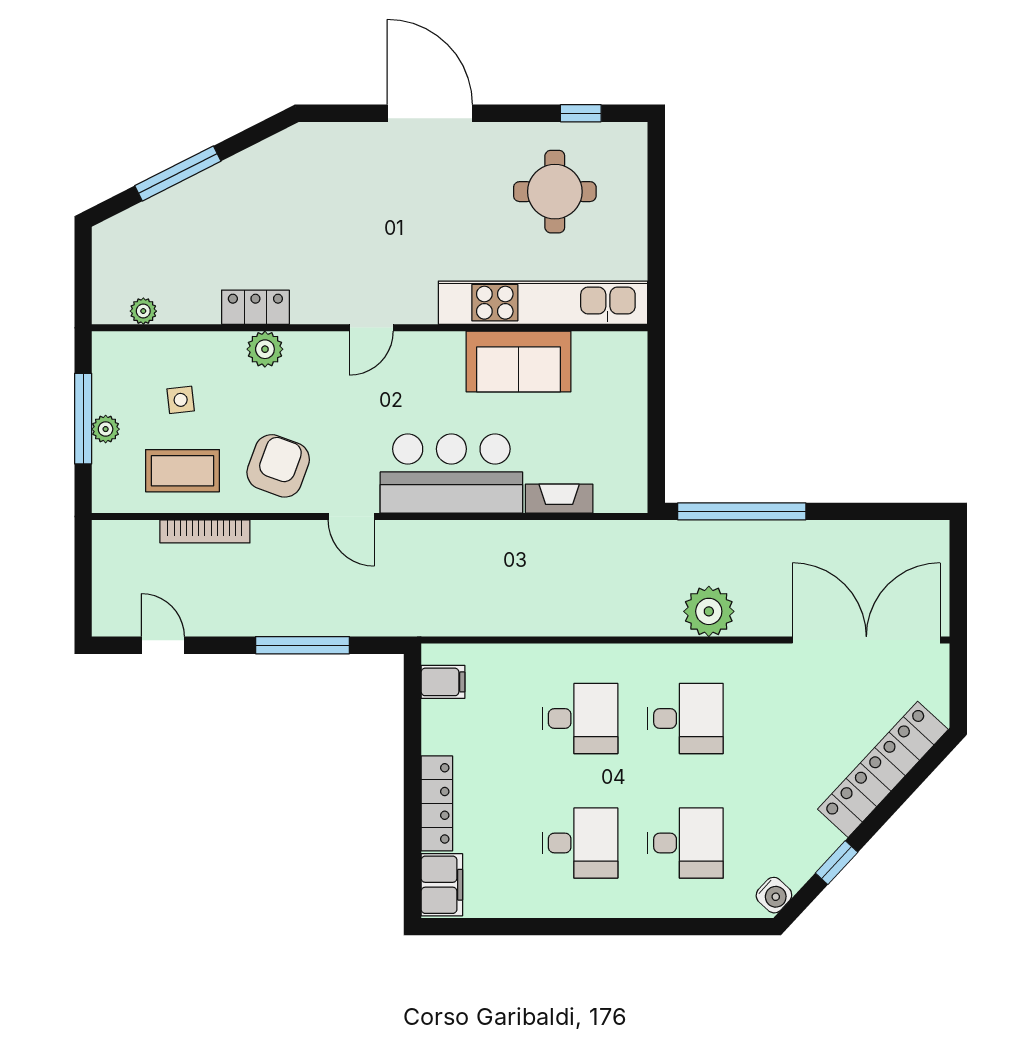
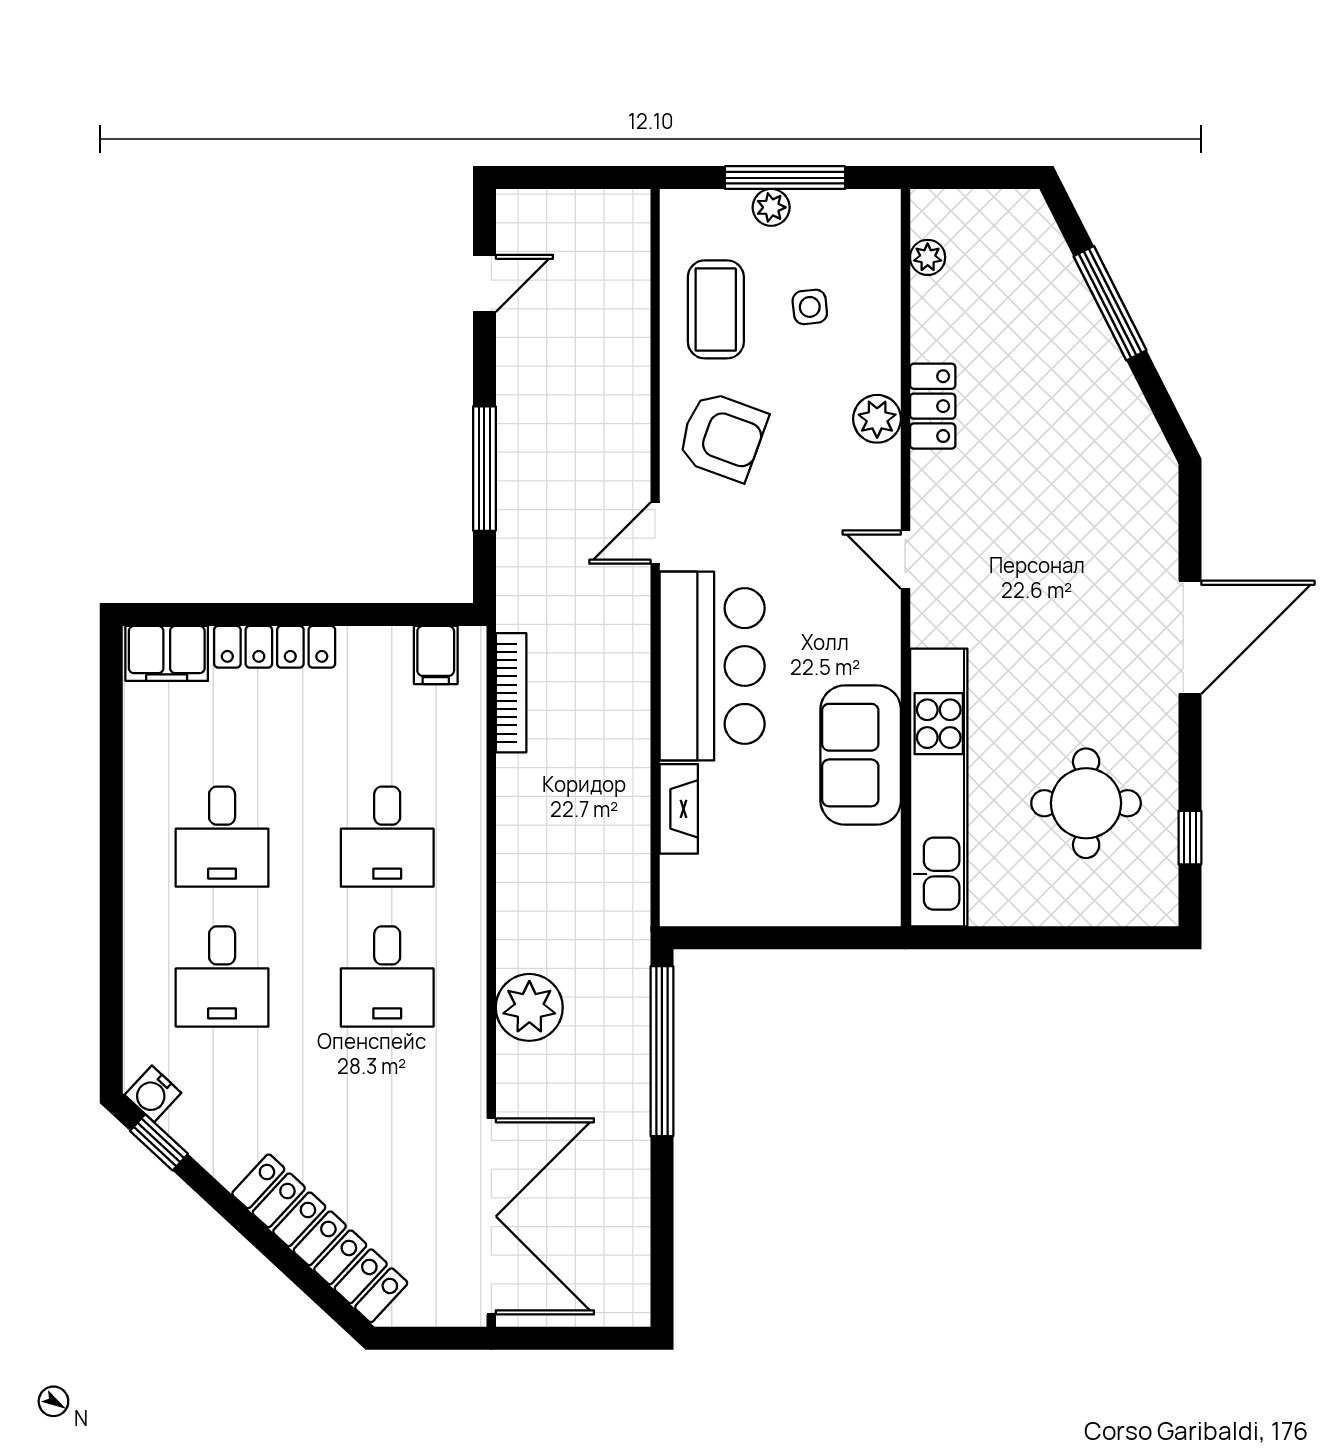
bookcase: (205, 531) -> (511, 693), moved, turned 180
window: (837, 863) -> (159, 1142), moved

